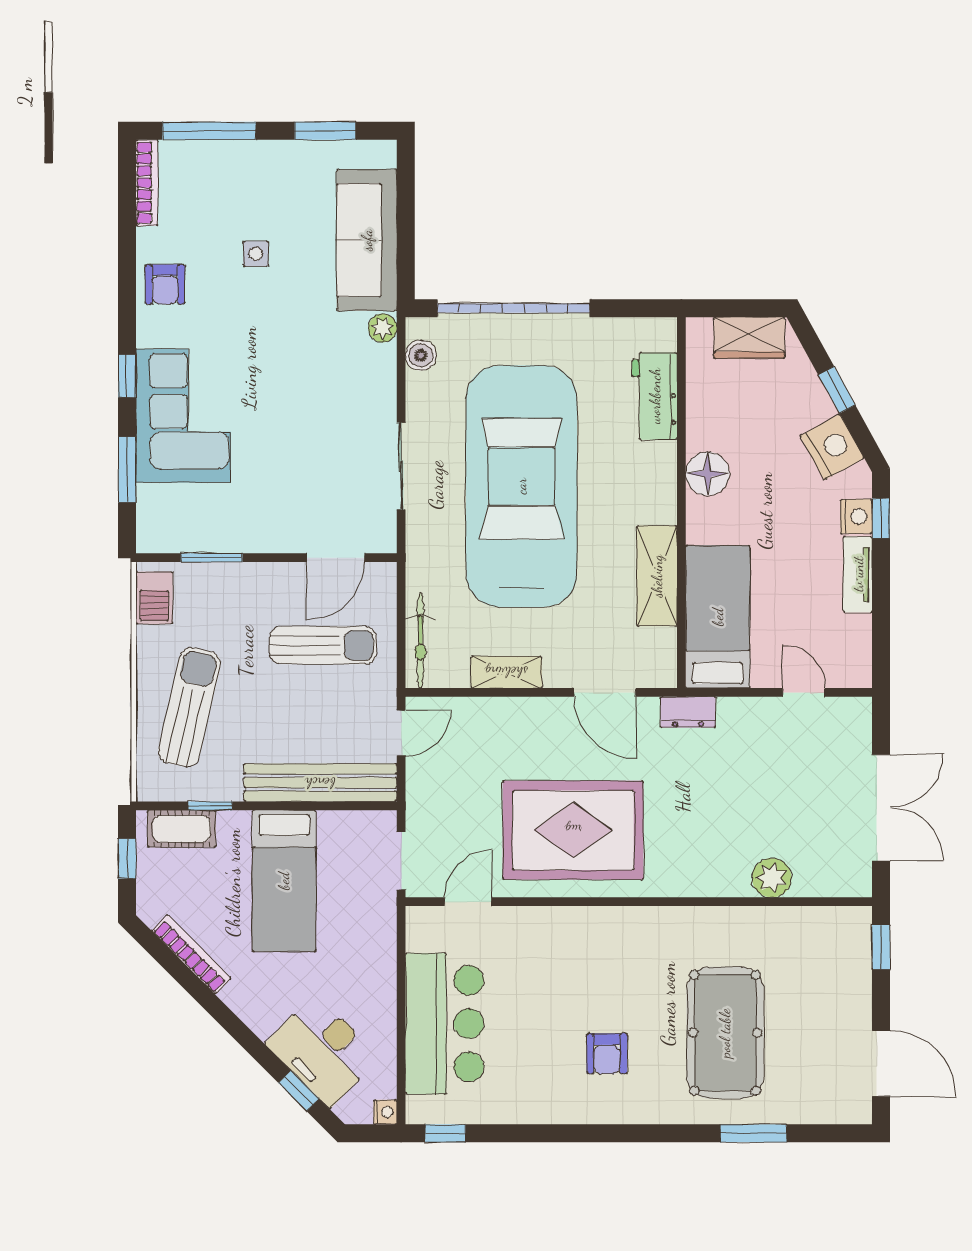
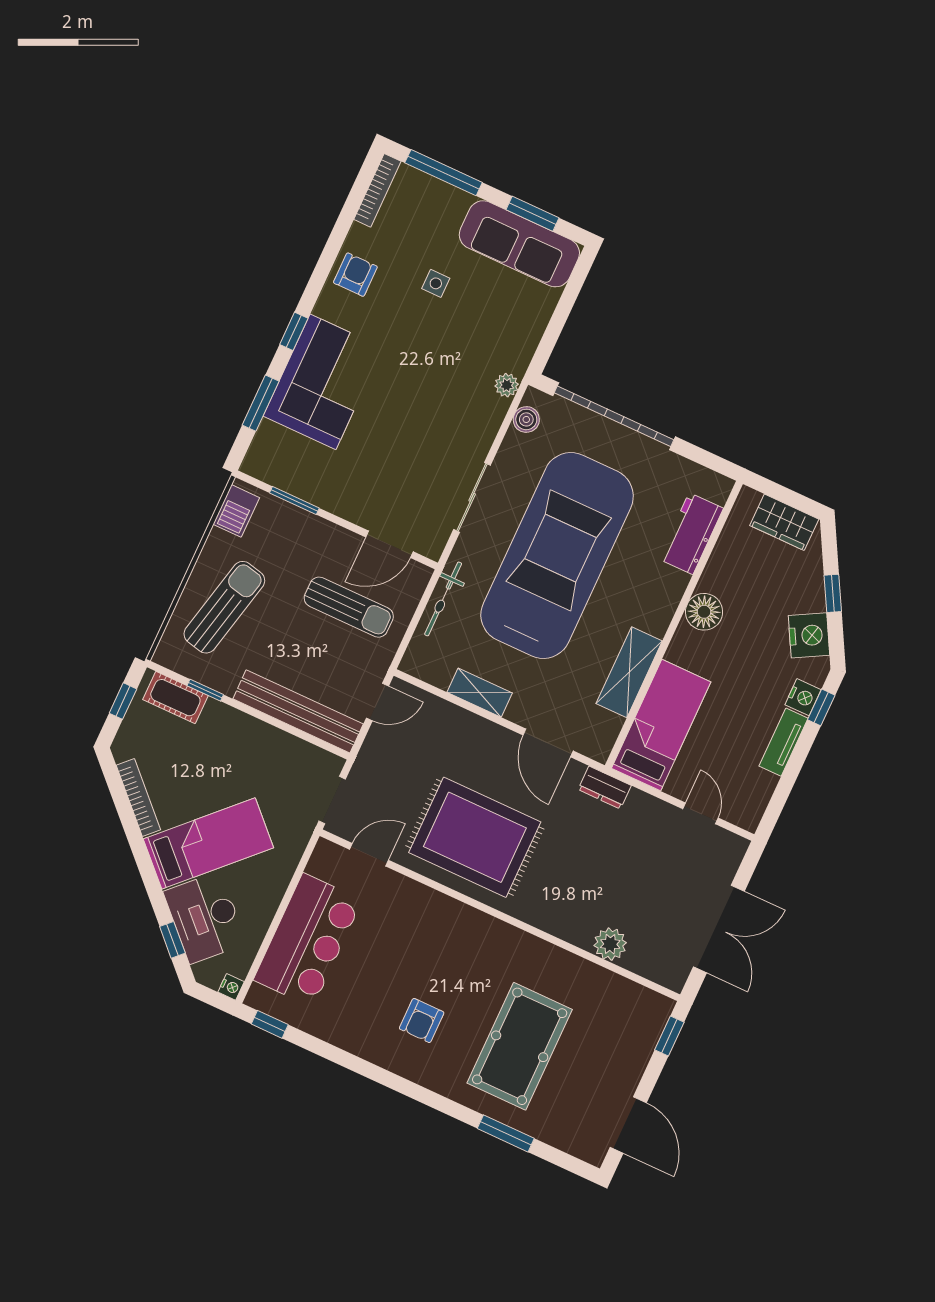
sofa: (367, 240) -> (519, 244), moved, turned -90
armchair: (165, 284) -> (355, 275), turned 180
bicycle: (420, 640) -> (443, 599), moved
bed: (284, 881) -> (208, 843), moved, turned -135

